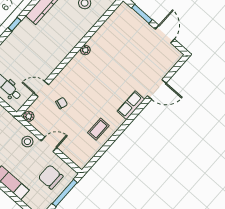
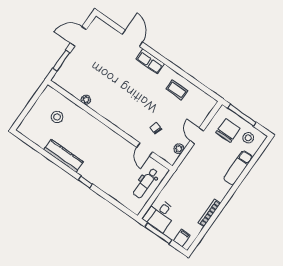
plant: (85, 50) -> (86, 100), moved
plant: (29, 116) -> (179, 149), moved
stool: (27, 142) -> (248, 138), moved
chair: (51, 177) -> (228, 131), turned 180

